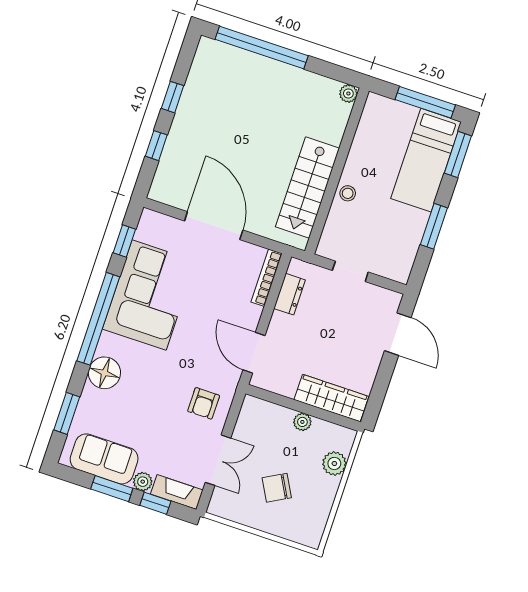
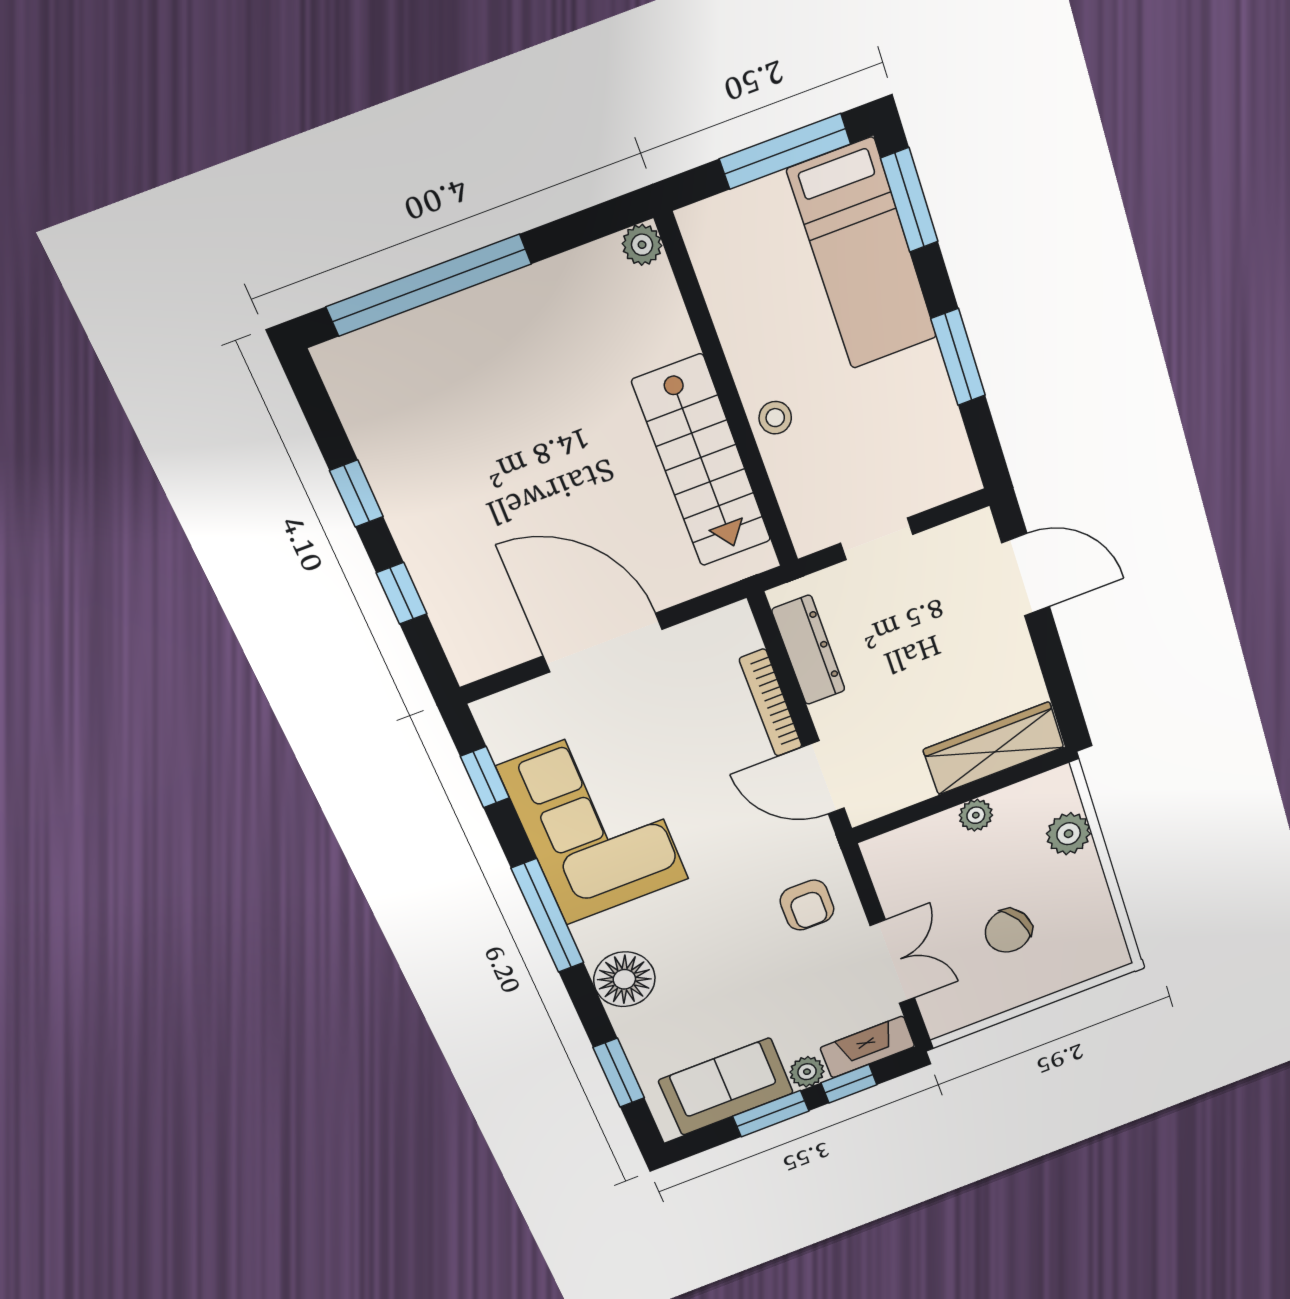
bookcase: (267, 278) -> (771, 703), moved
dresser: (290, 294) -> (808, 650), width x1.44
window: (98, 319) -> (548, 916), width x0.68

